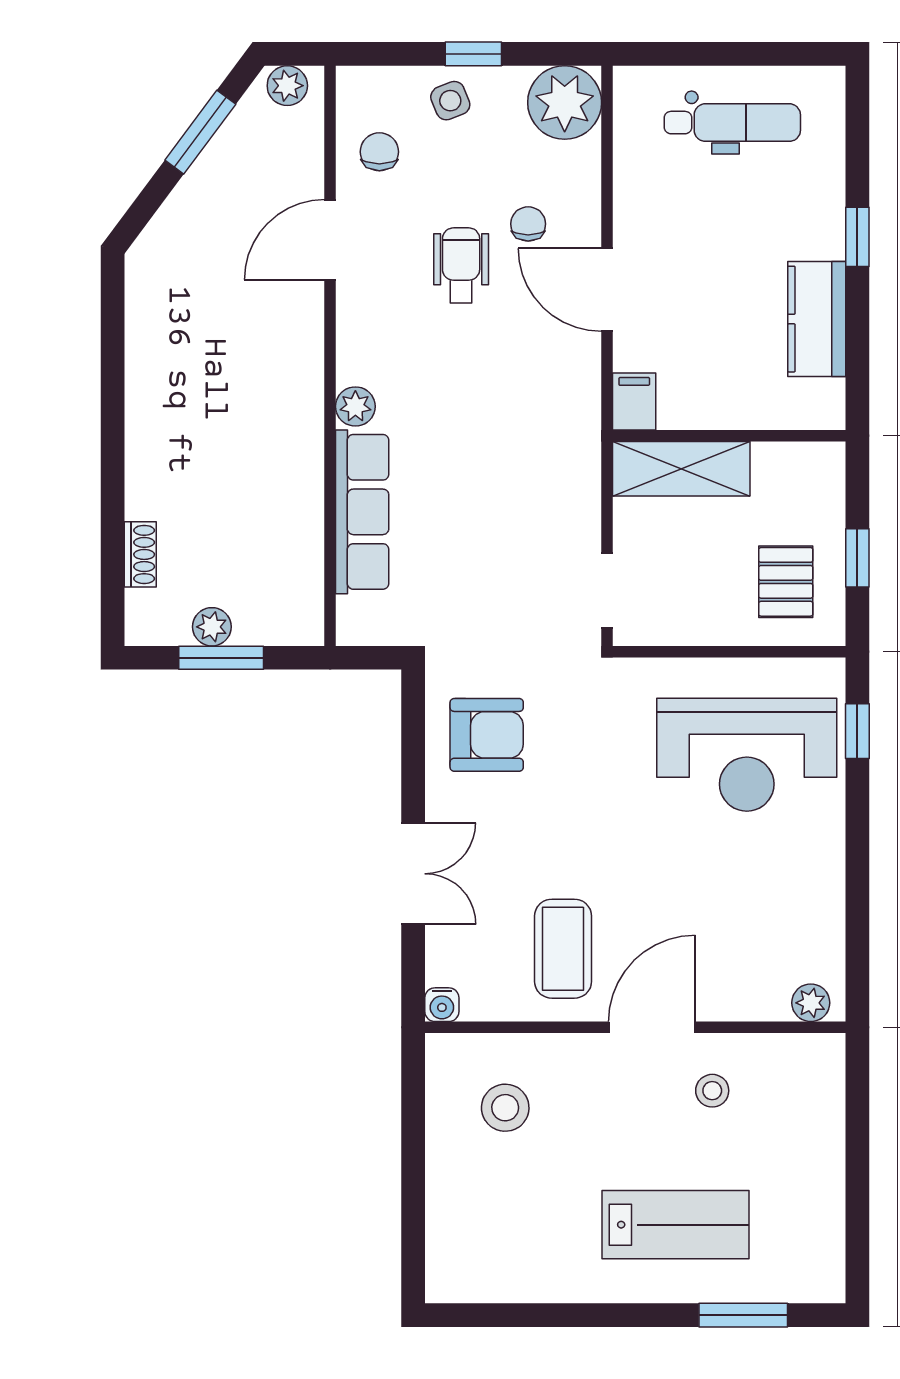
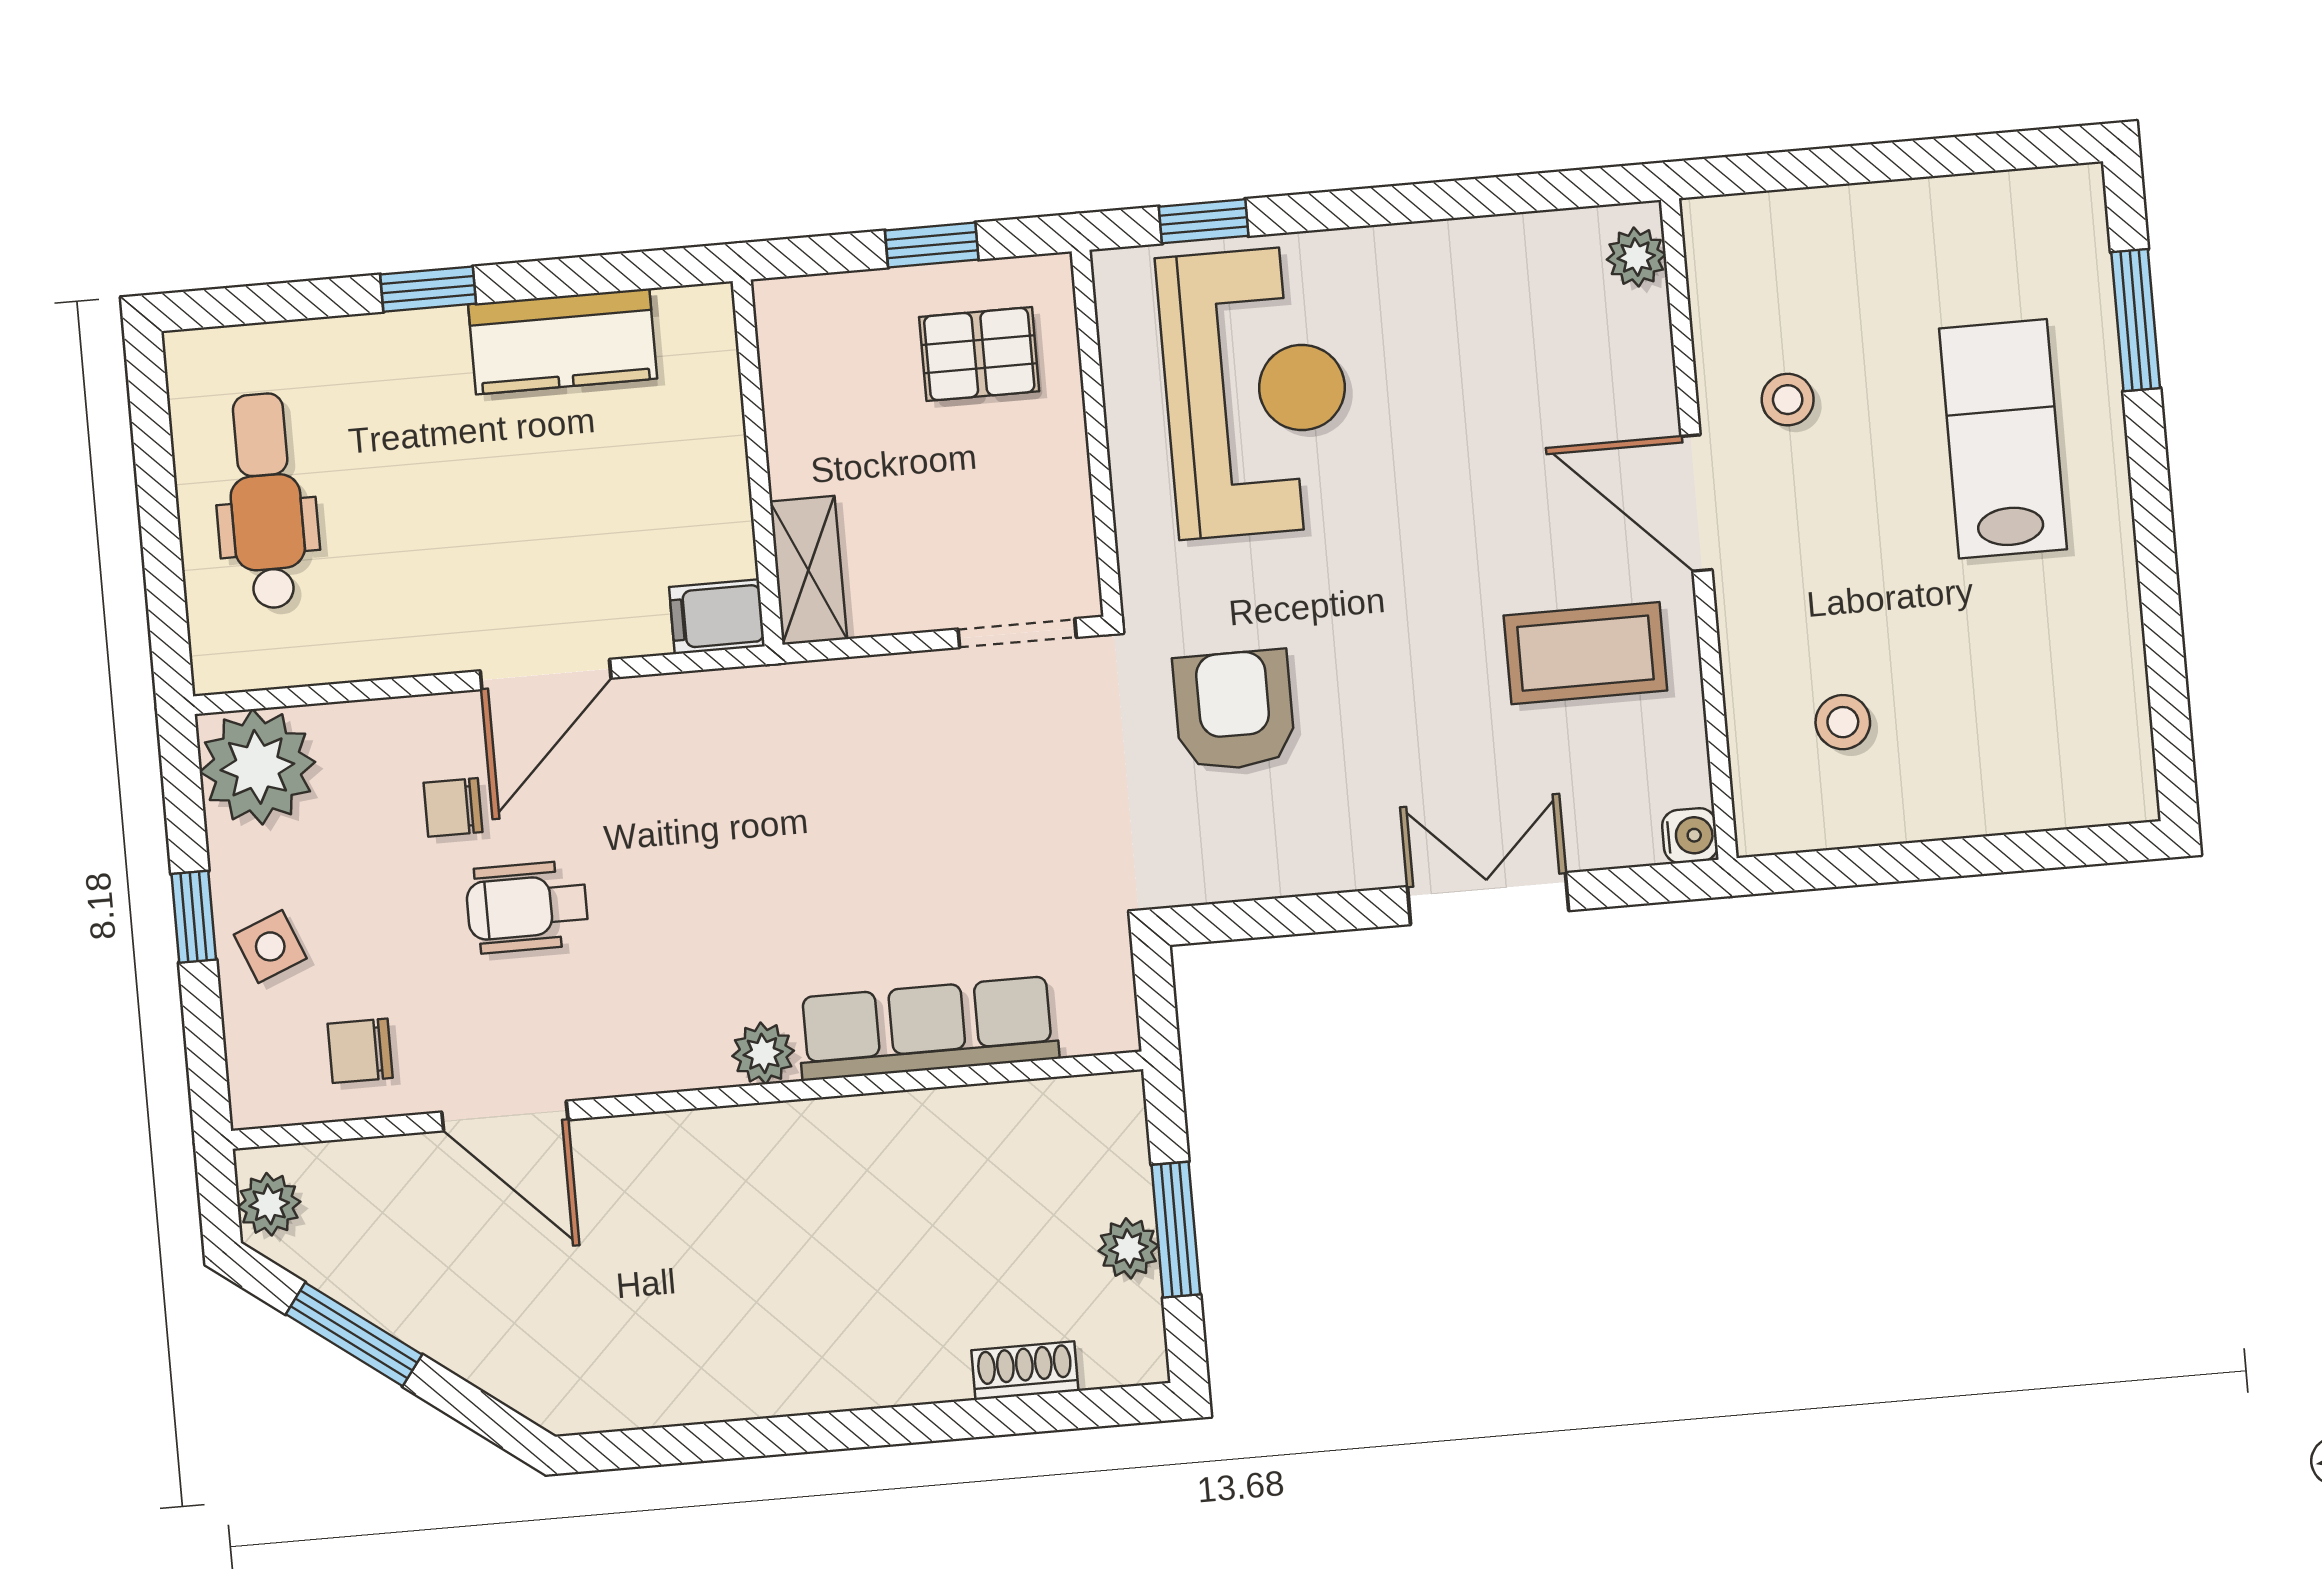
shelving: (681, 469) -> (808, 570), width x0.67, depth x0.75
armchair: (487, 735) -> (1234, 710), moved
stool: (505, 1108) -> (1843, 722), width x0.73, depth x0.73

